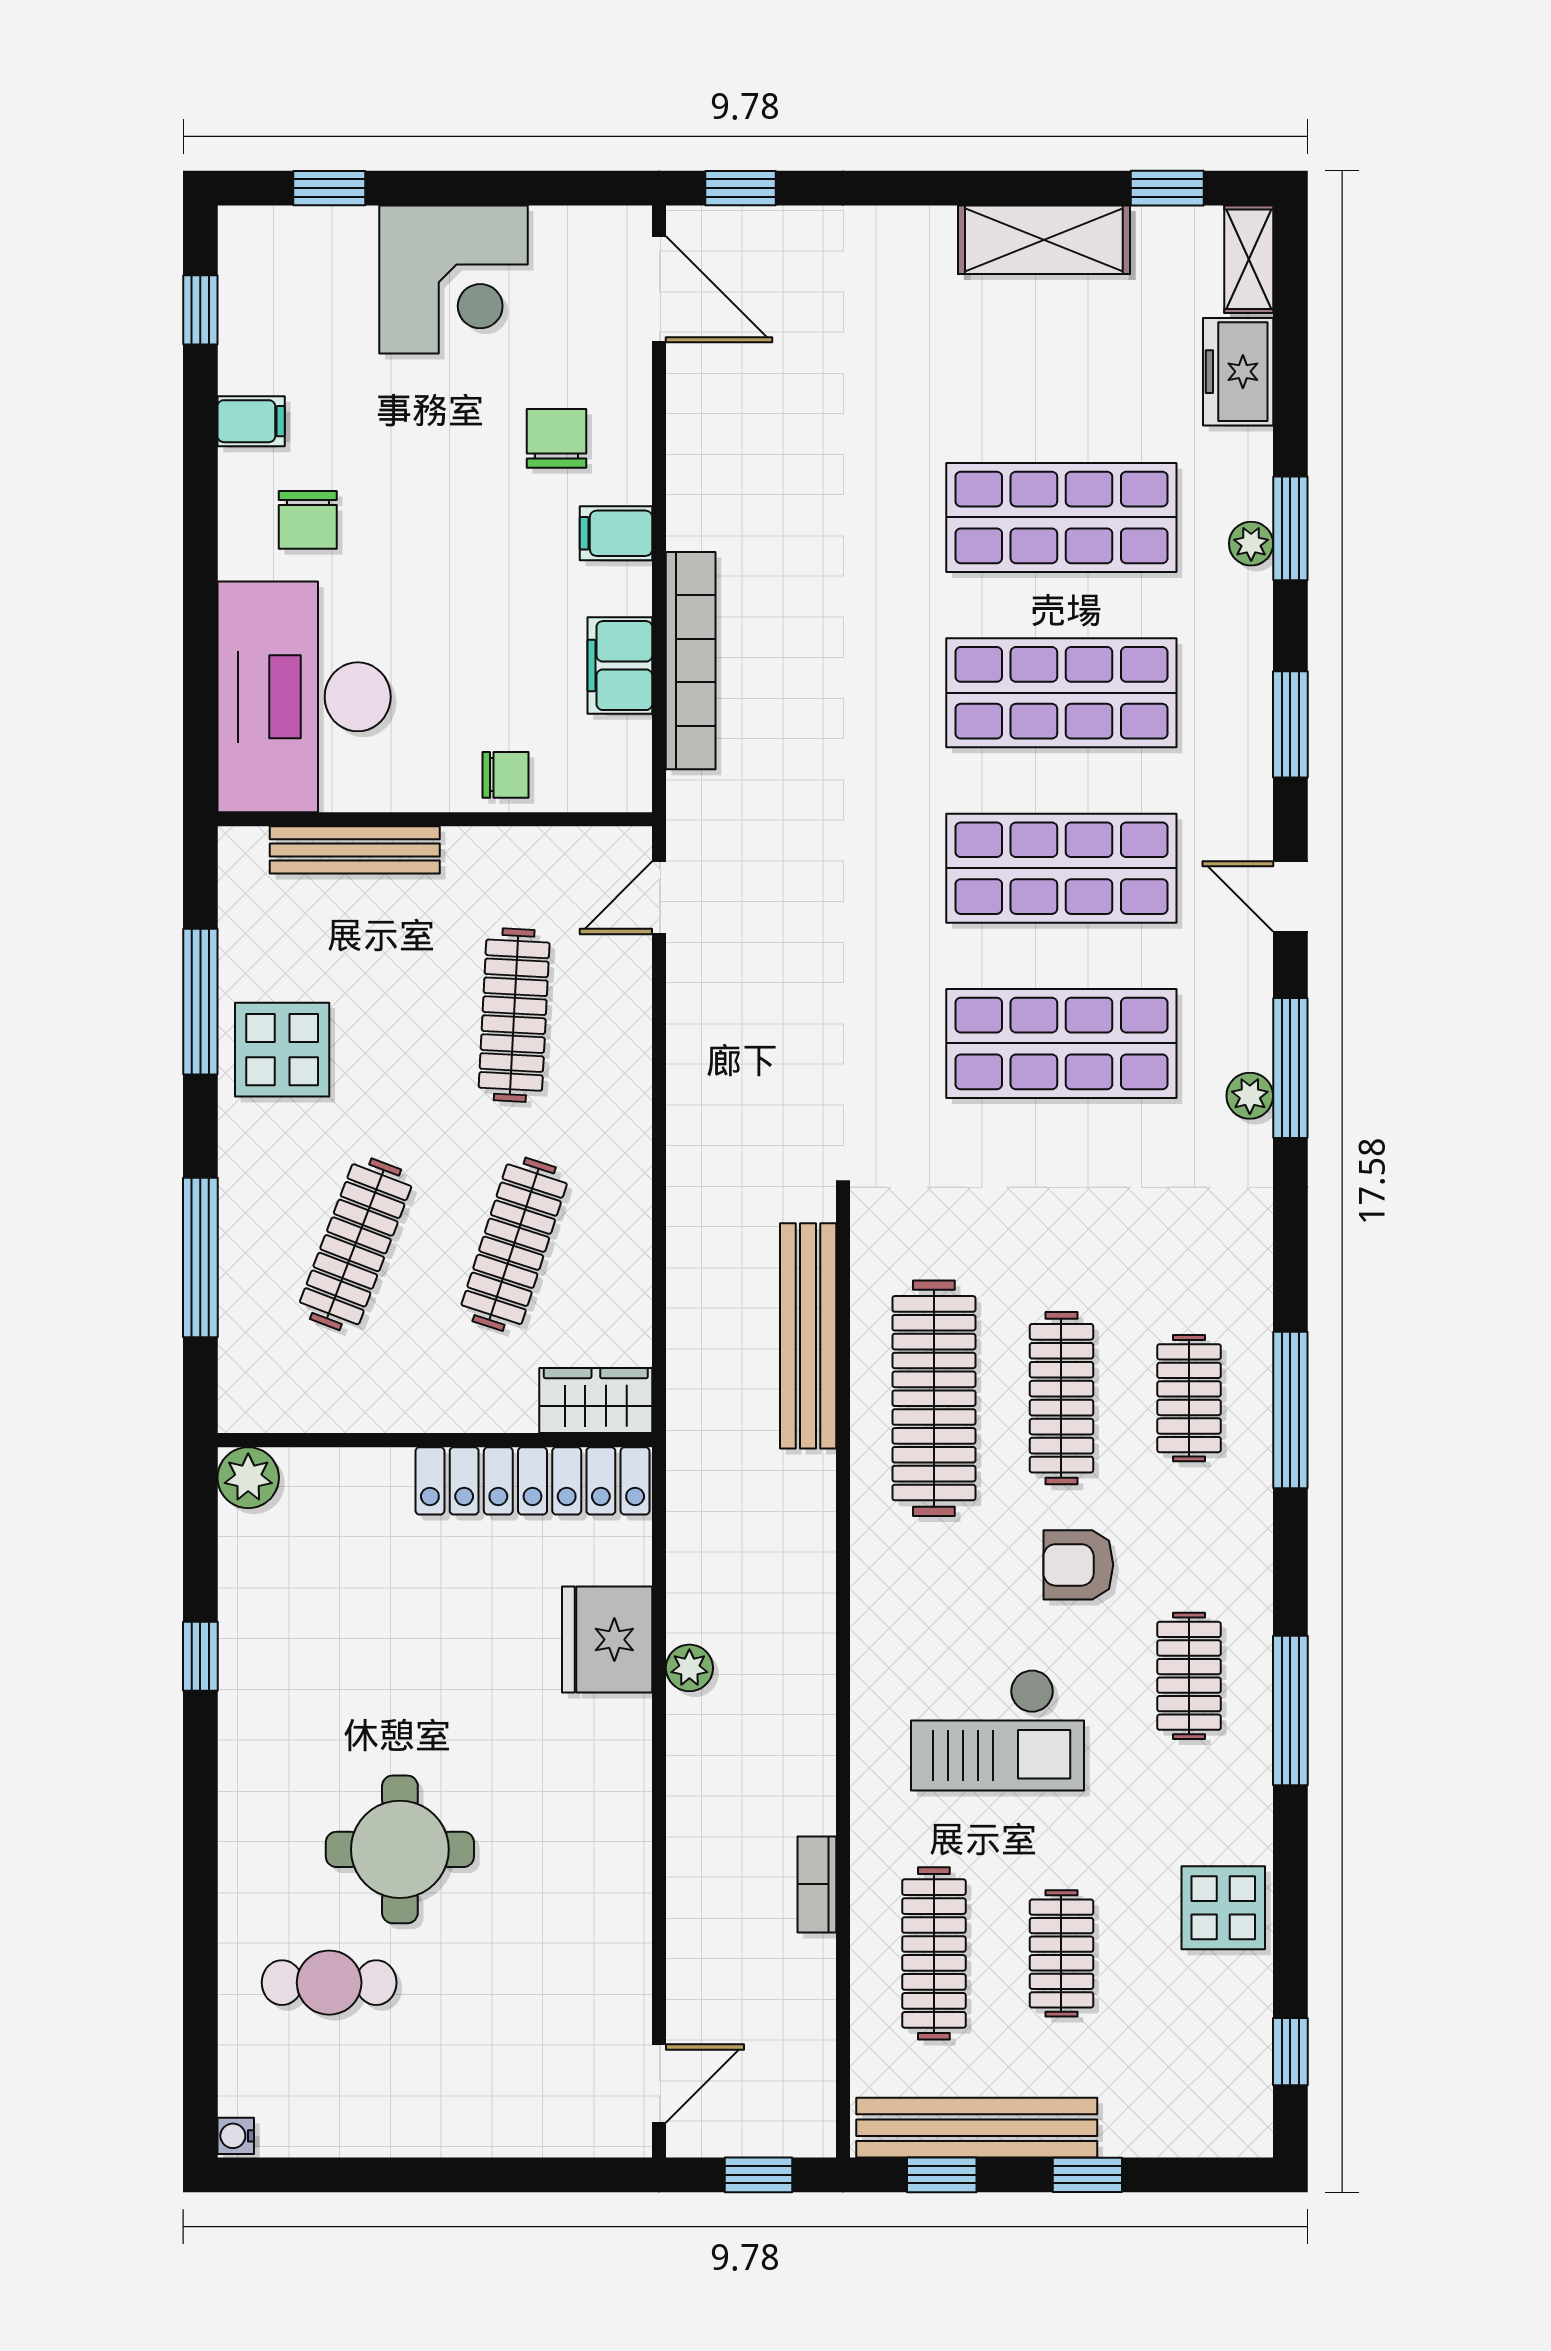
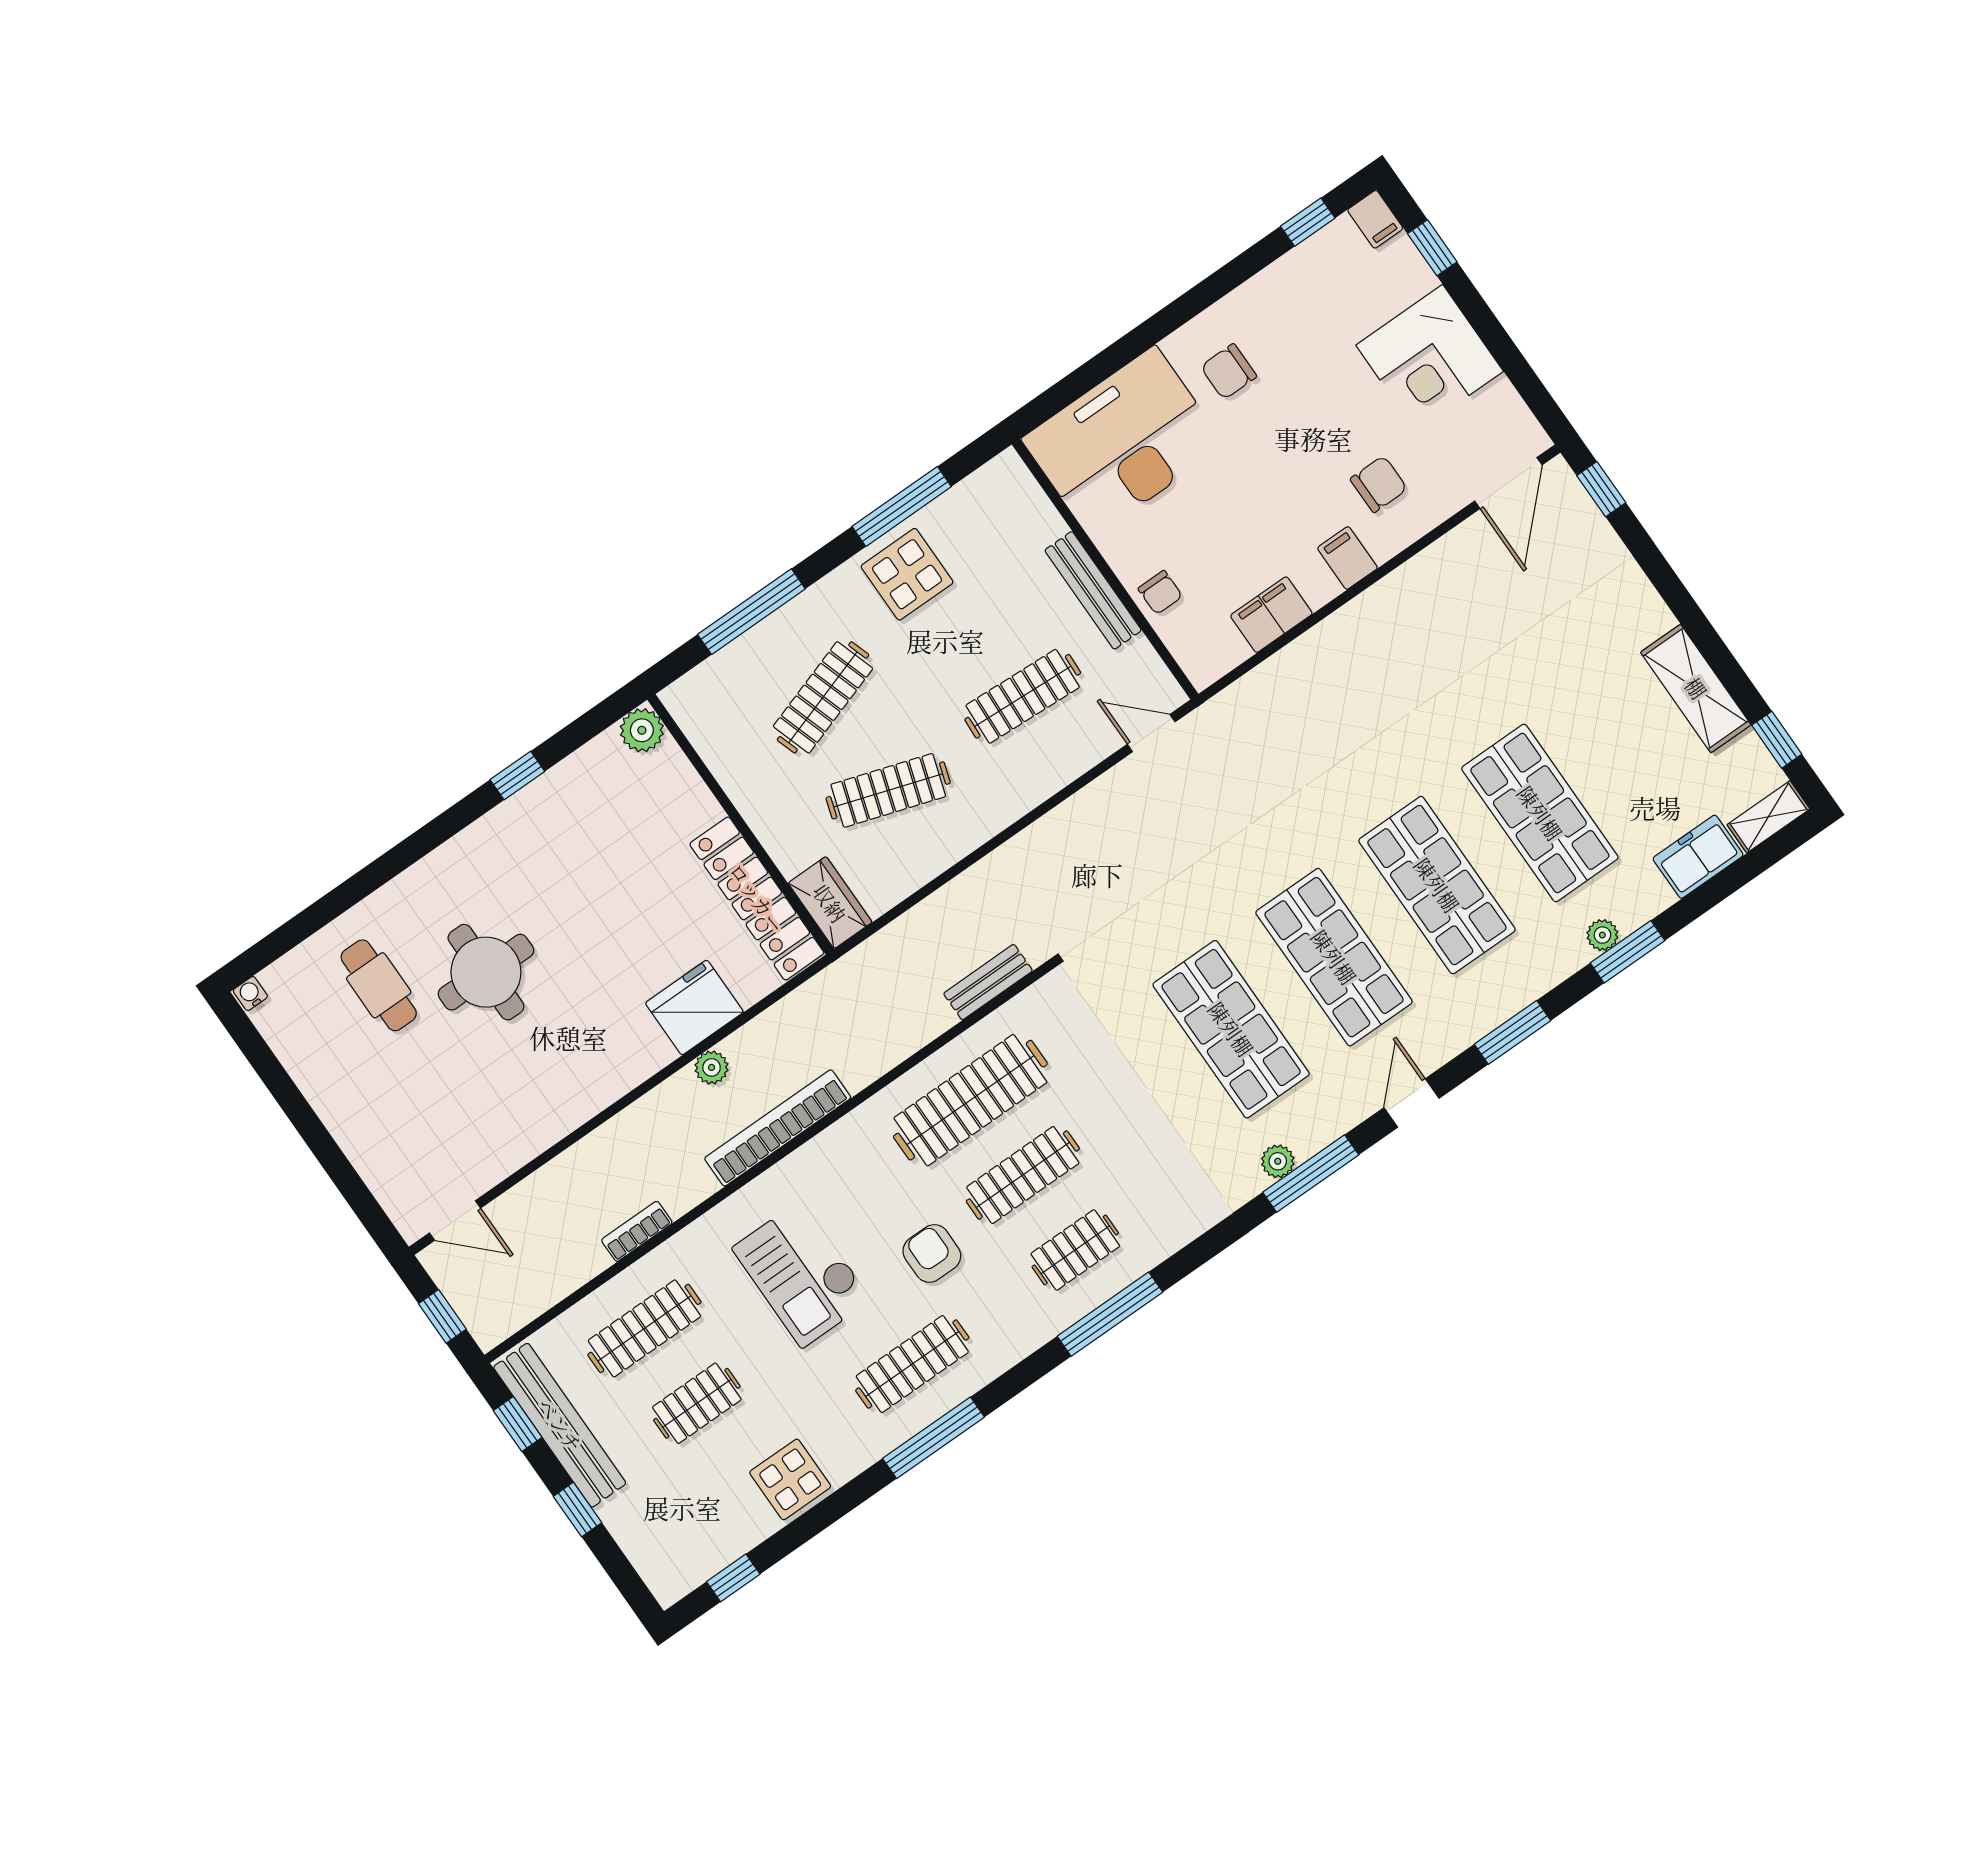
filing cabinet: (251, 421) -> (1375, 219), moved
bookcase: (691, 661) -> (778, 1128), moved, turned 180
bench: (355, 850) -> (1093, 590), moved
clothes rail: (356, 1244) -> (823, 697), turned -39
bench: (808, 1336) -> (988, 982), width x0.54, depth x0.82
clothes rail: (1189, 1676) -> (912, 1364), width x1.36

